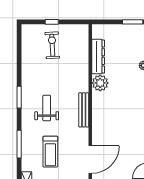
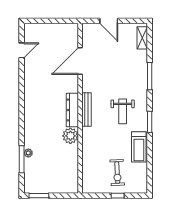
dresser: (98, 57) -> (72, 110), moved
treadmill: (50, 152) -> (139, 147), moved, turned 180

